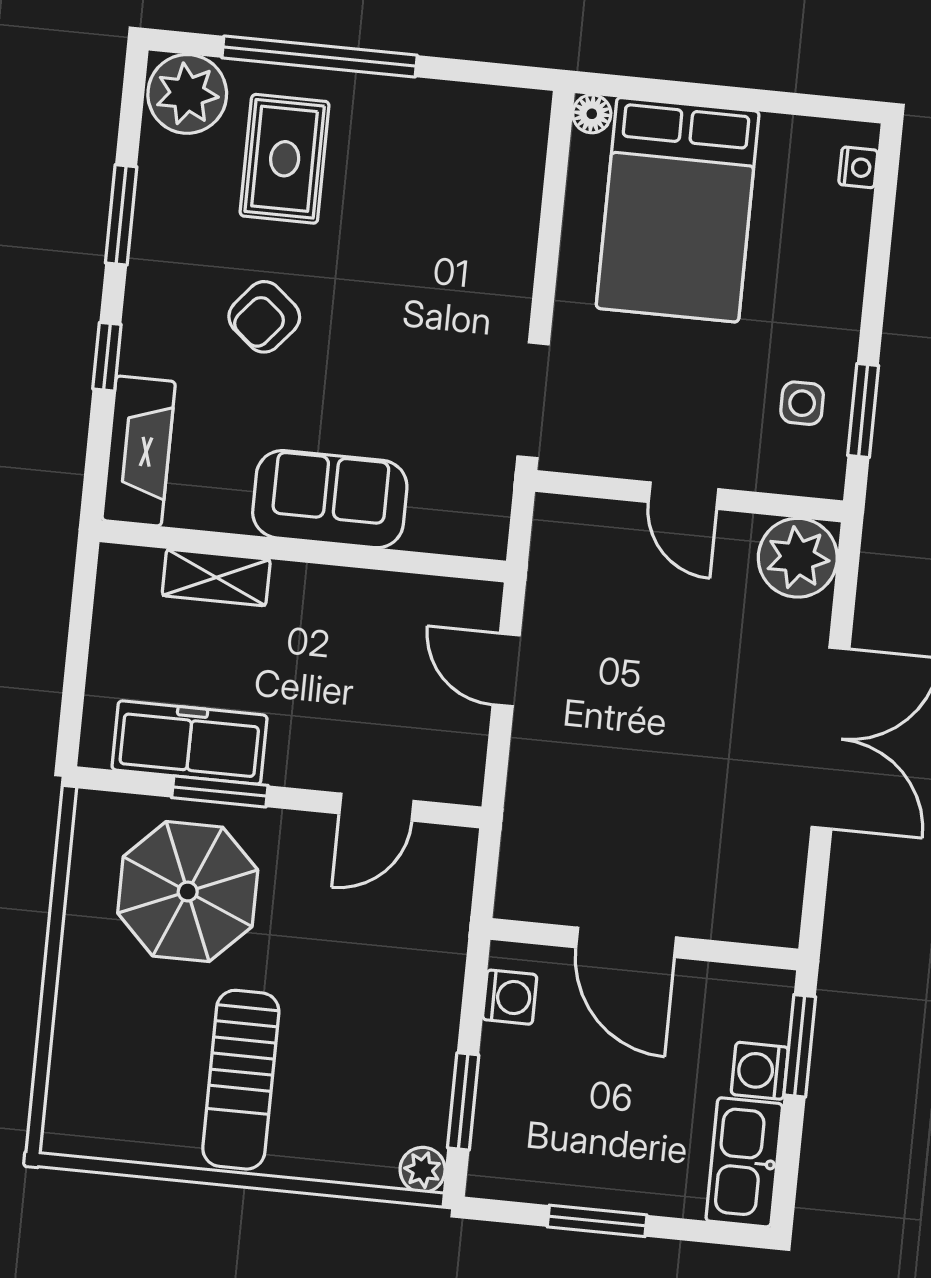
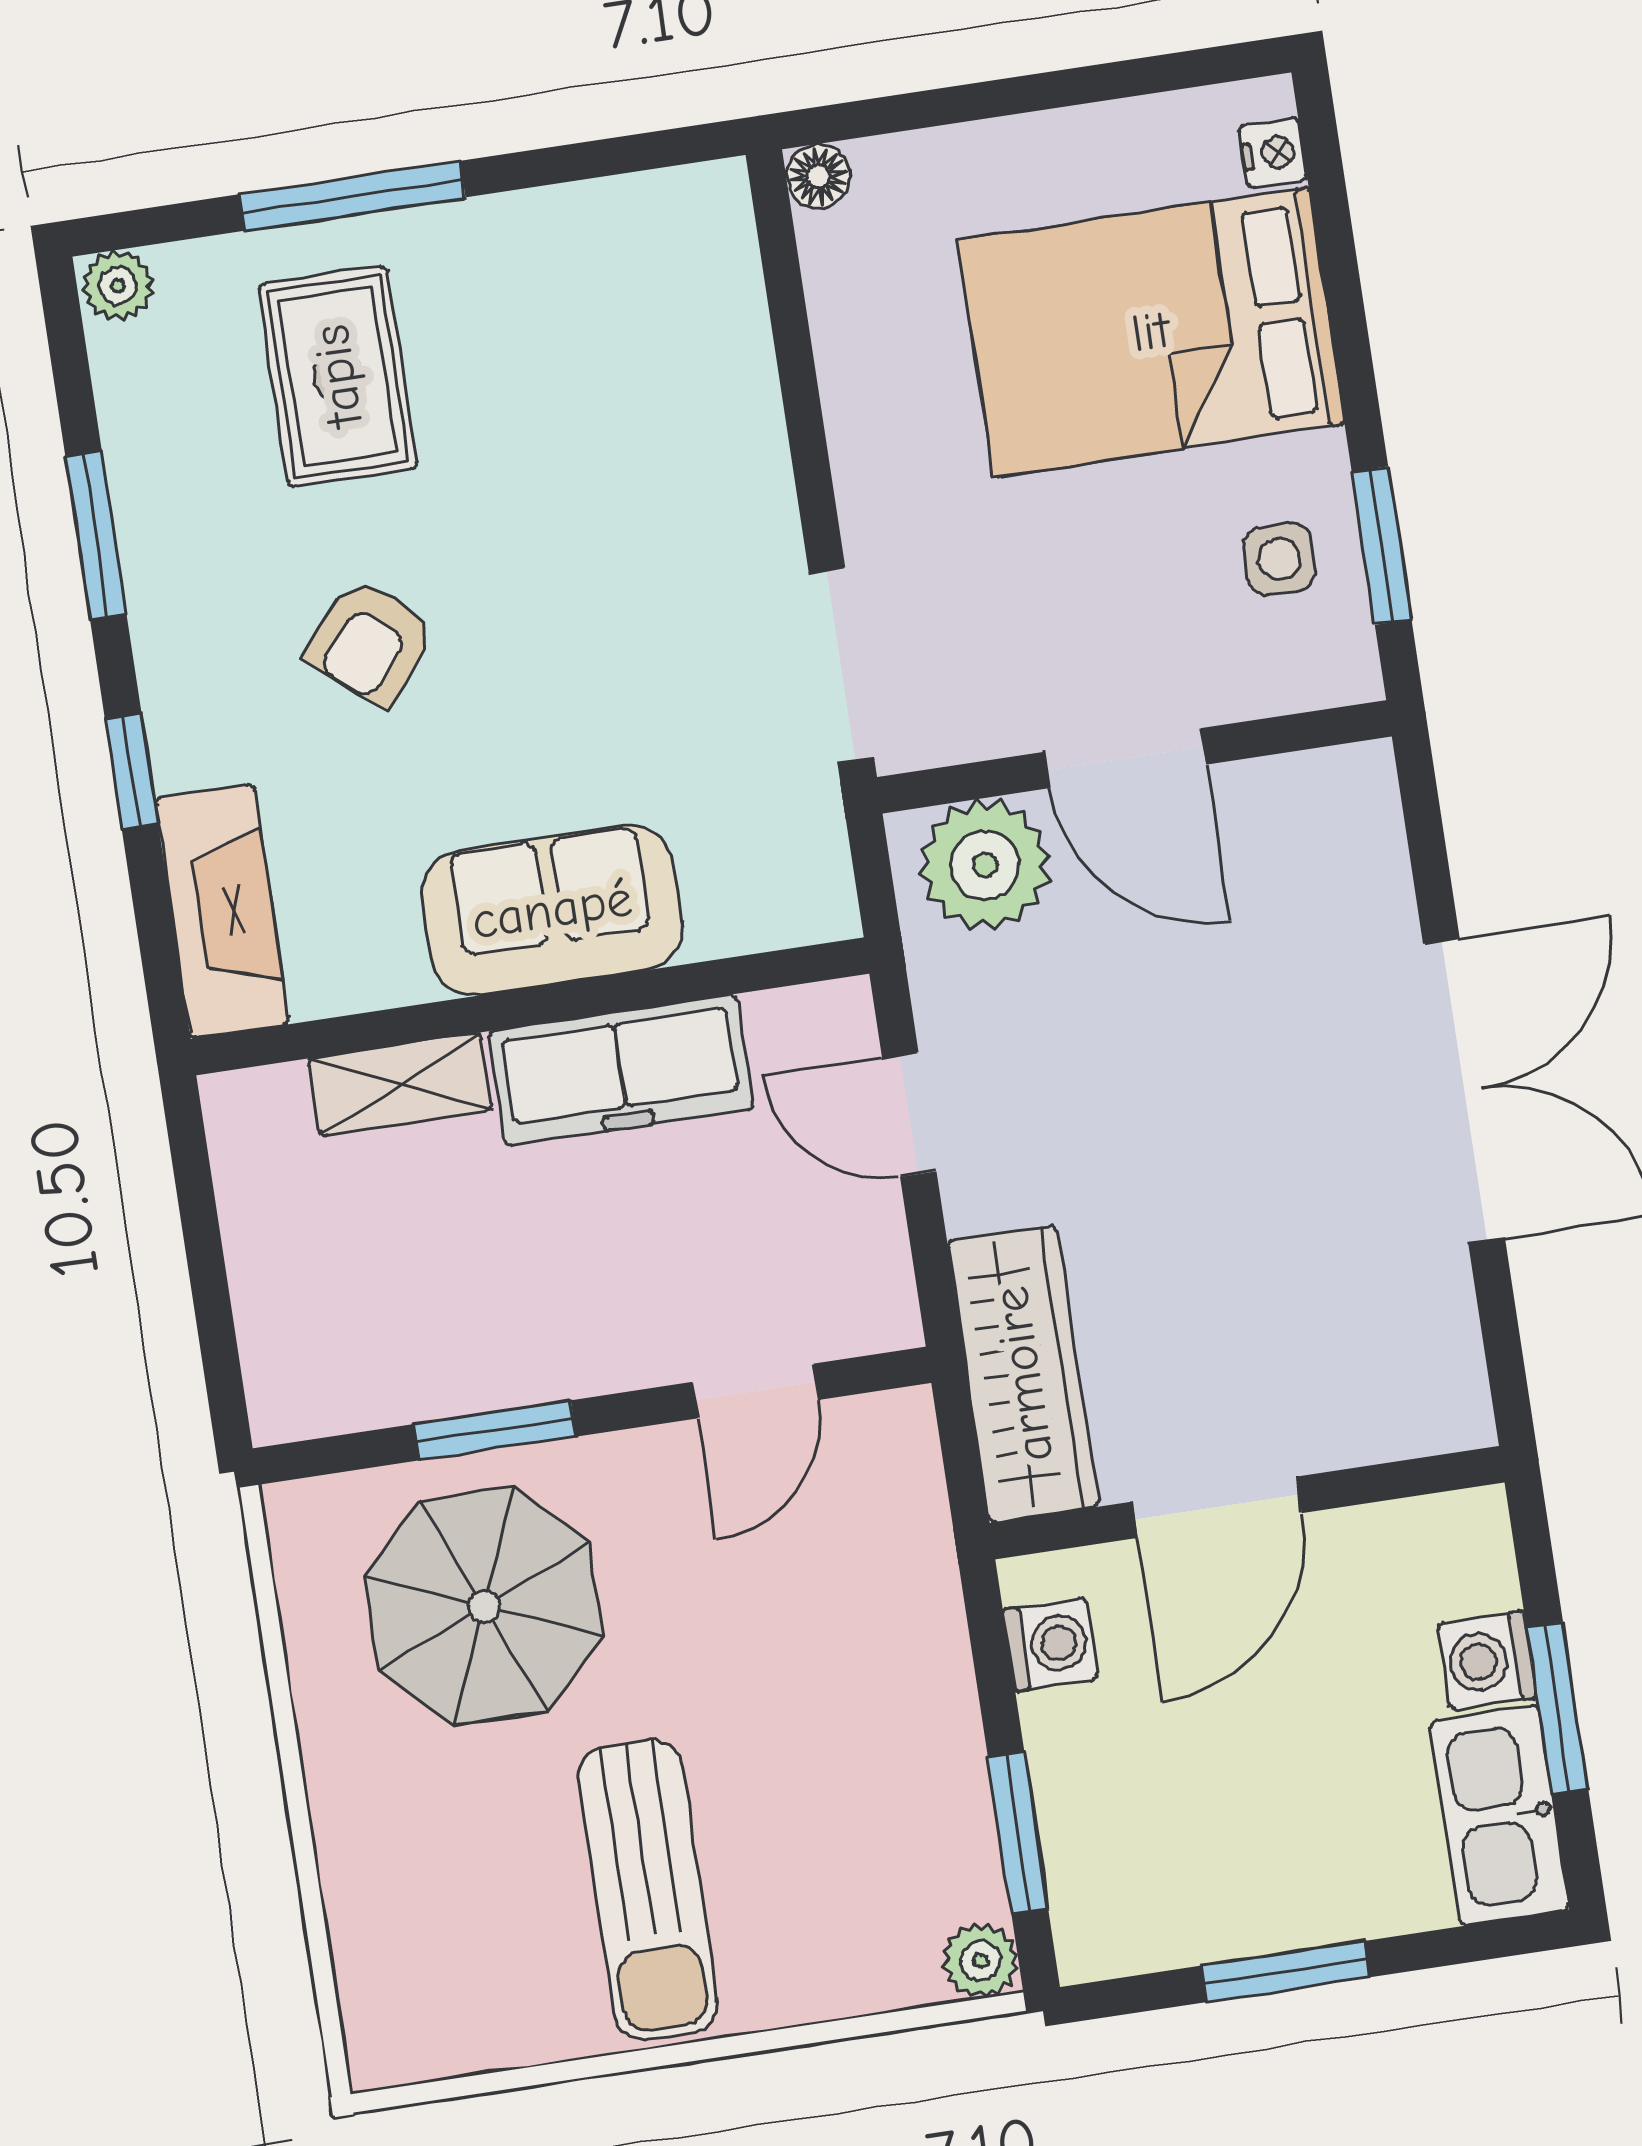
window: (320, 56) -> (352, 196), width x0.68
plant: (187, 94) -> (118, 285), width x0.53, depth x0.53
bed: (678, 210) -> (1151, 332), moved, turned 90
door: (684, 496) -> (1125, 758), width x1.38
plant: (798, 558) -> (985, 865), moved
freezer: (190, 742) -> (621, 1070), moved, turned 180
wardrobe: (534, 837) -> (1023, 1374), added
door: (626, 942) -> (1217, 1507), hinge flipped
window: (800, 1046) -> (1557, 1708), moved

